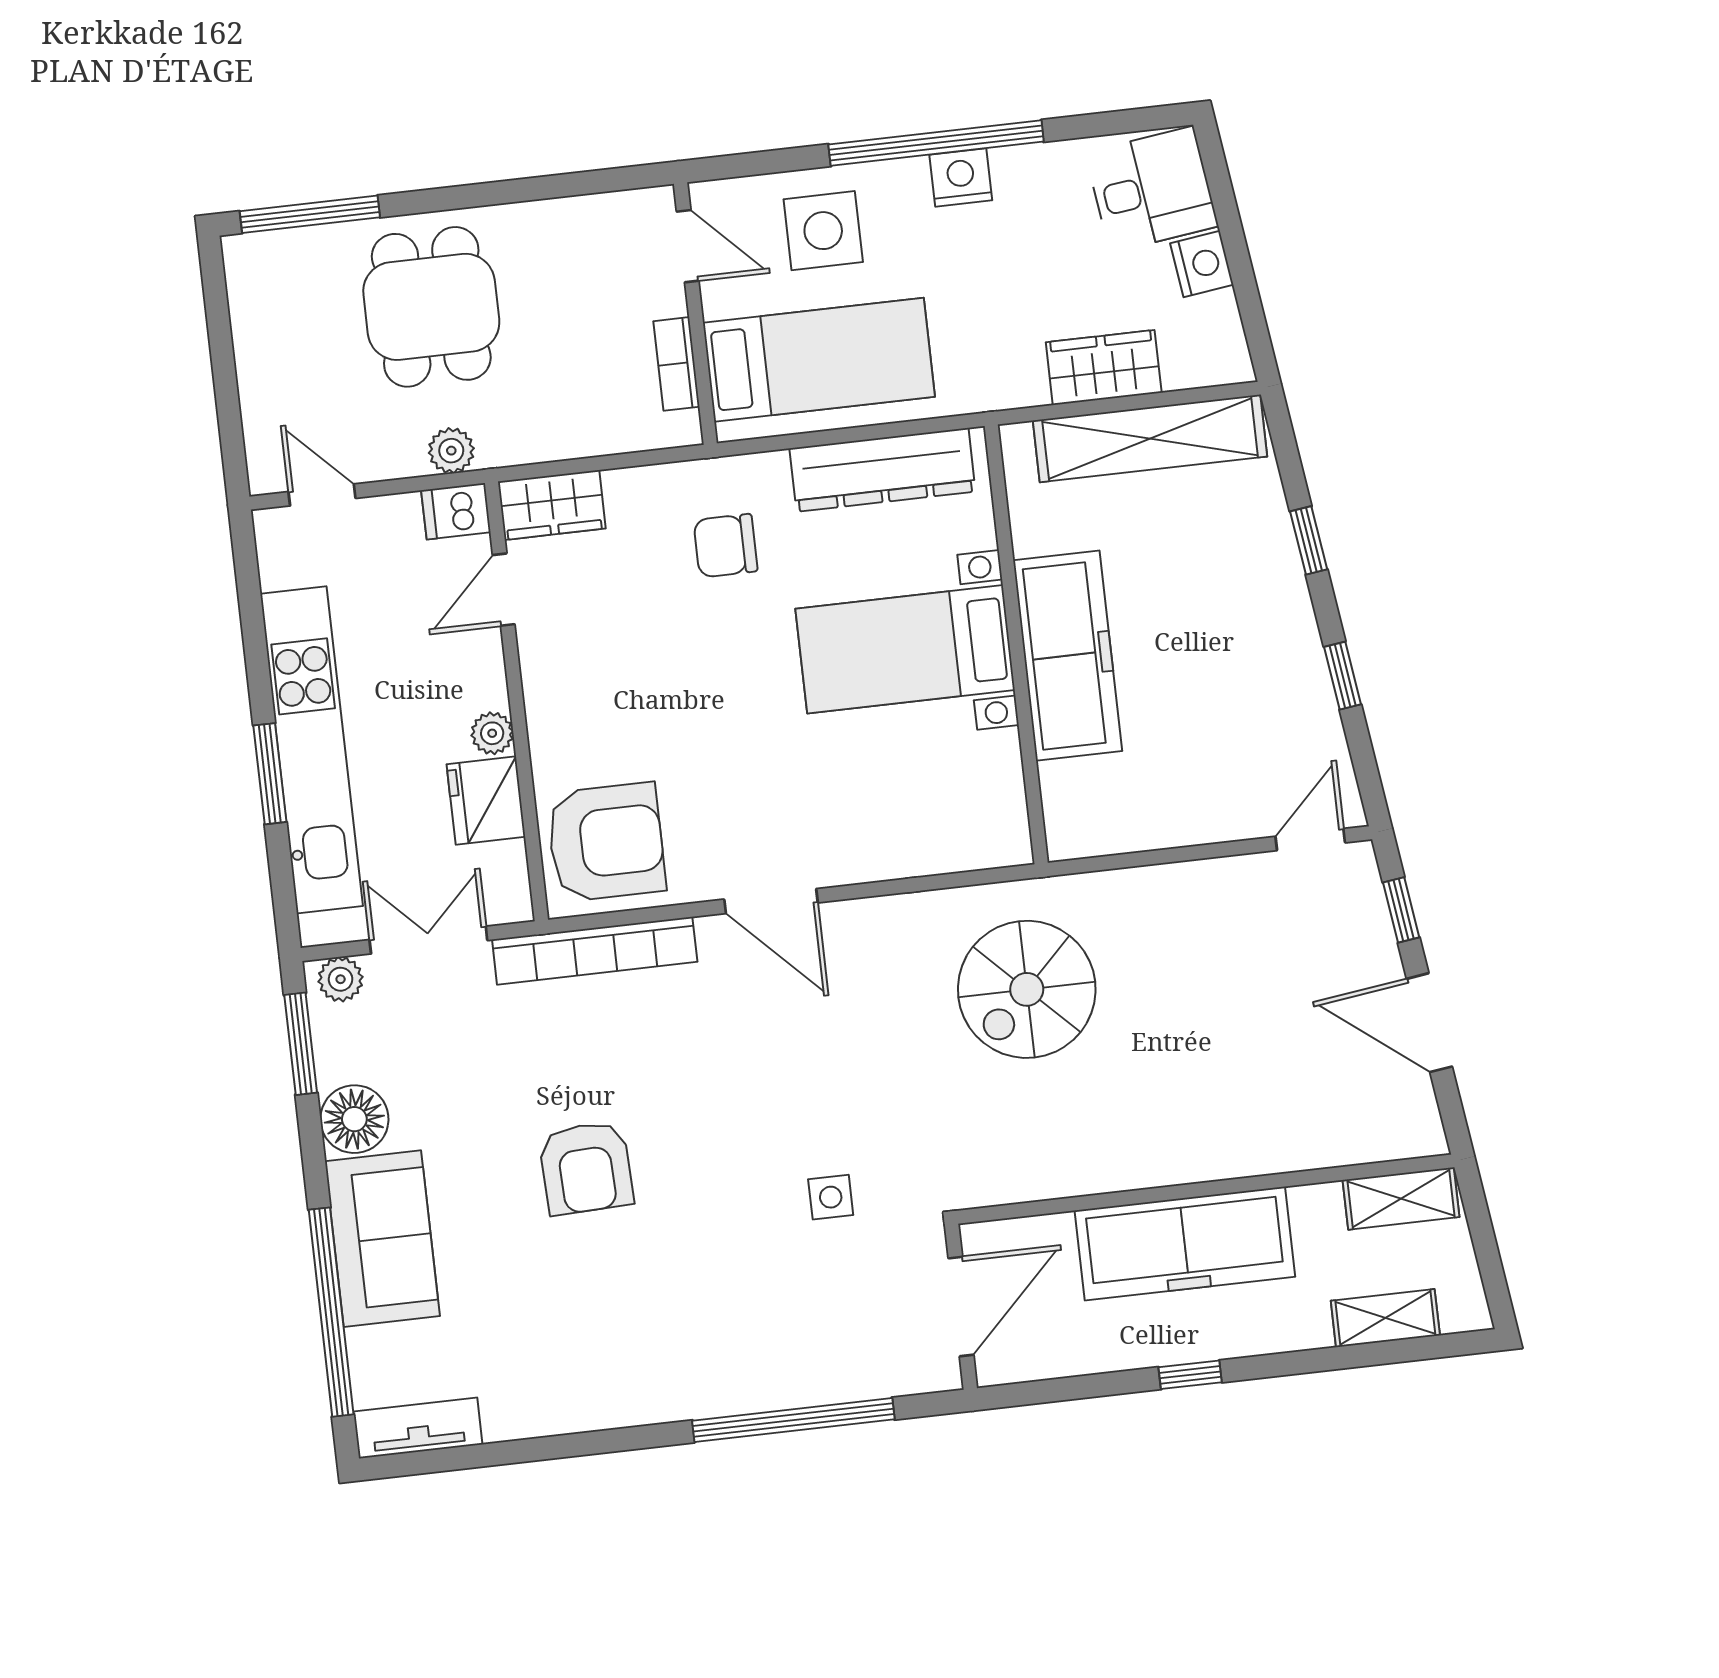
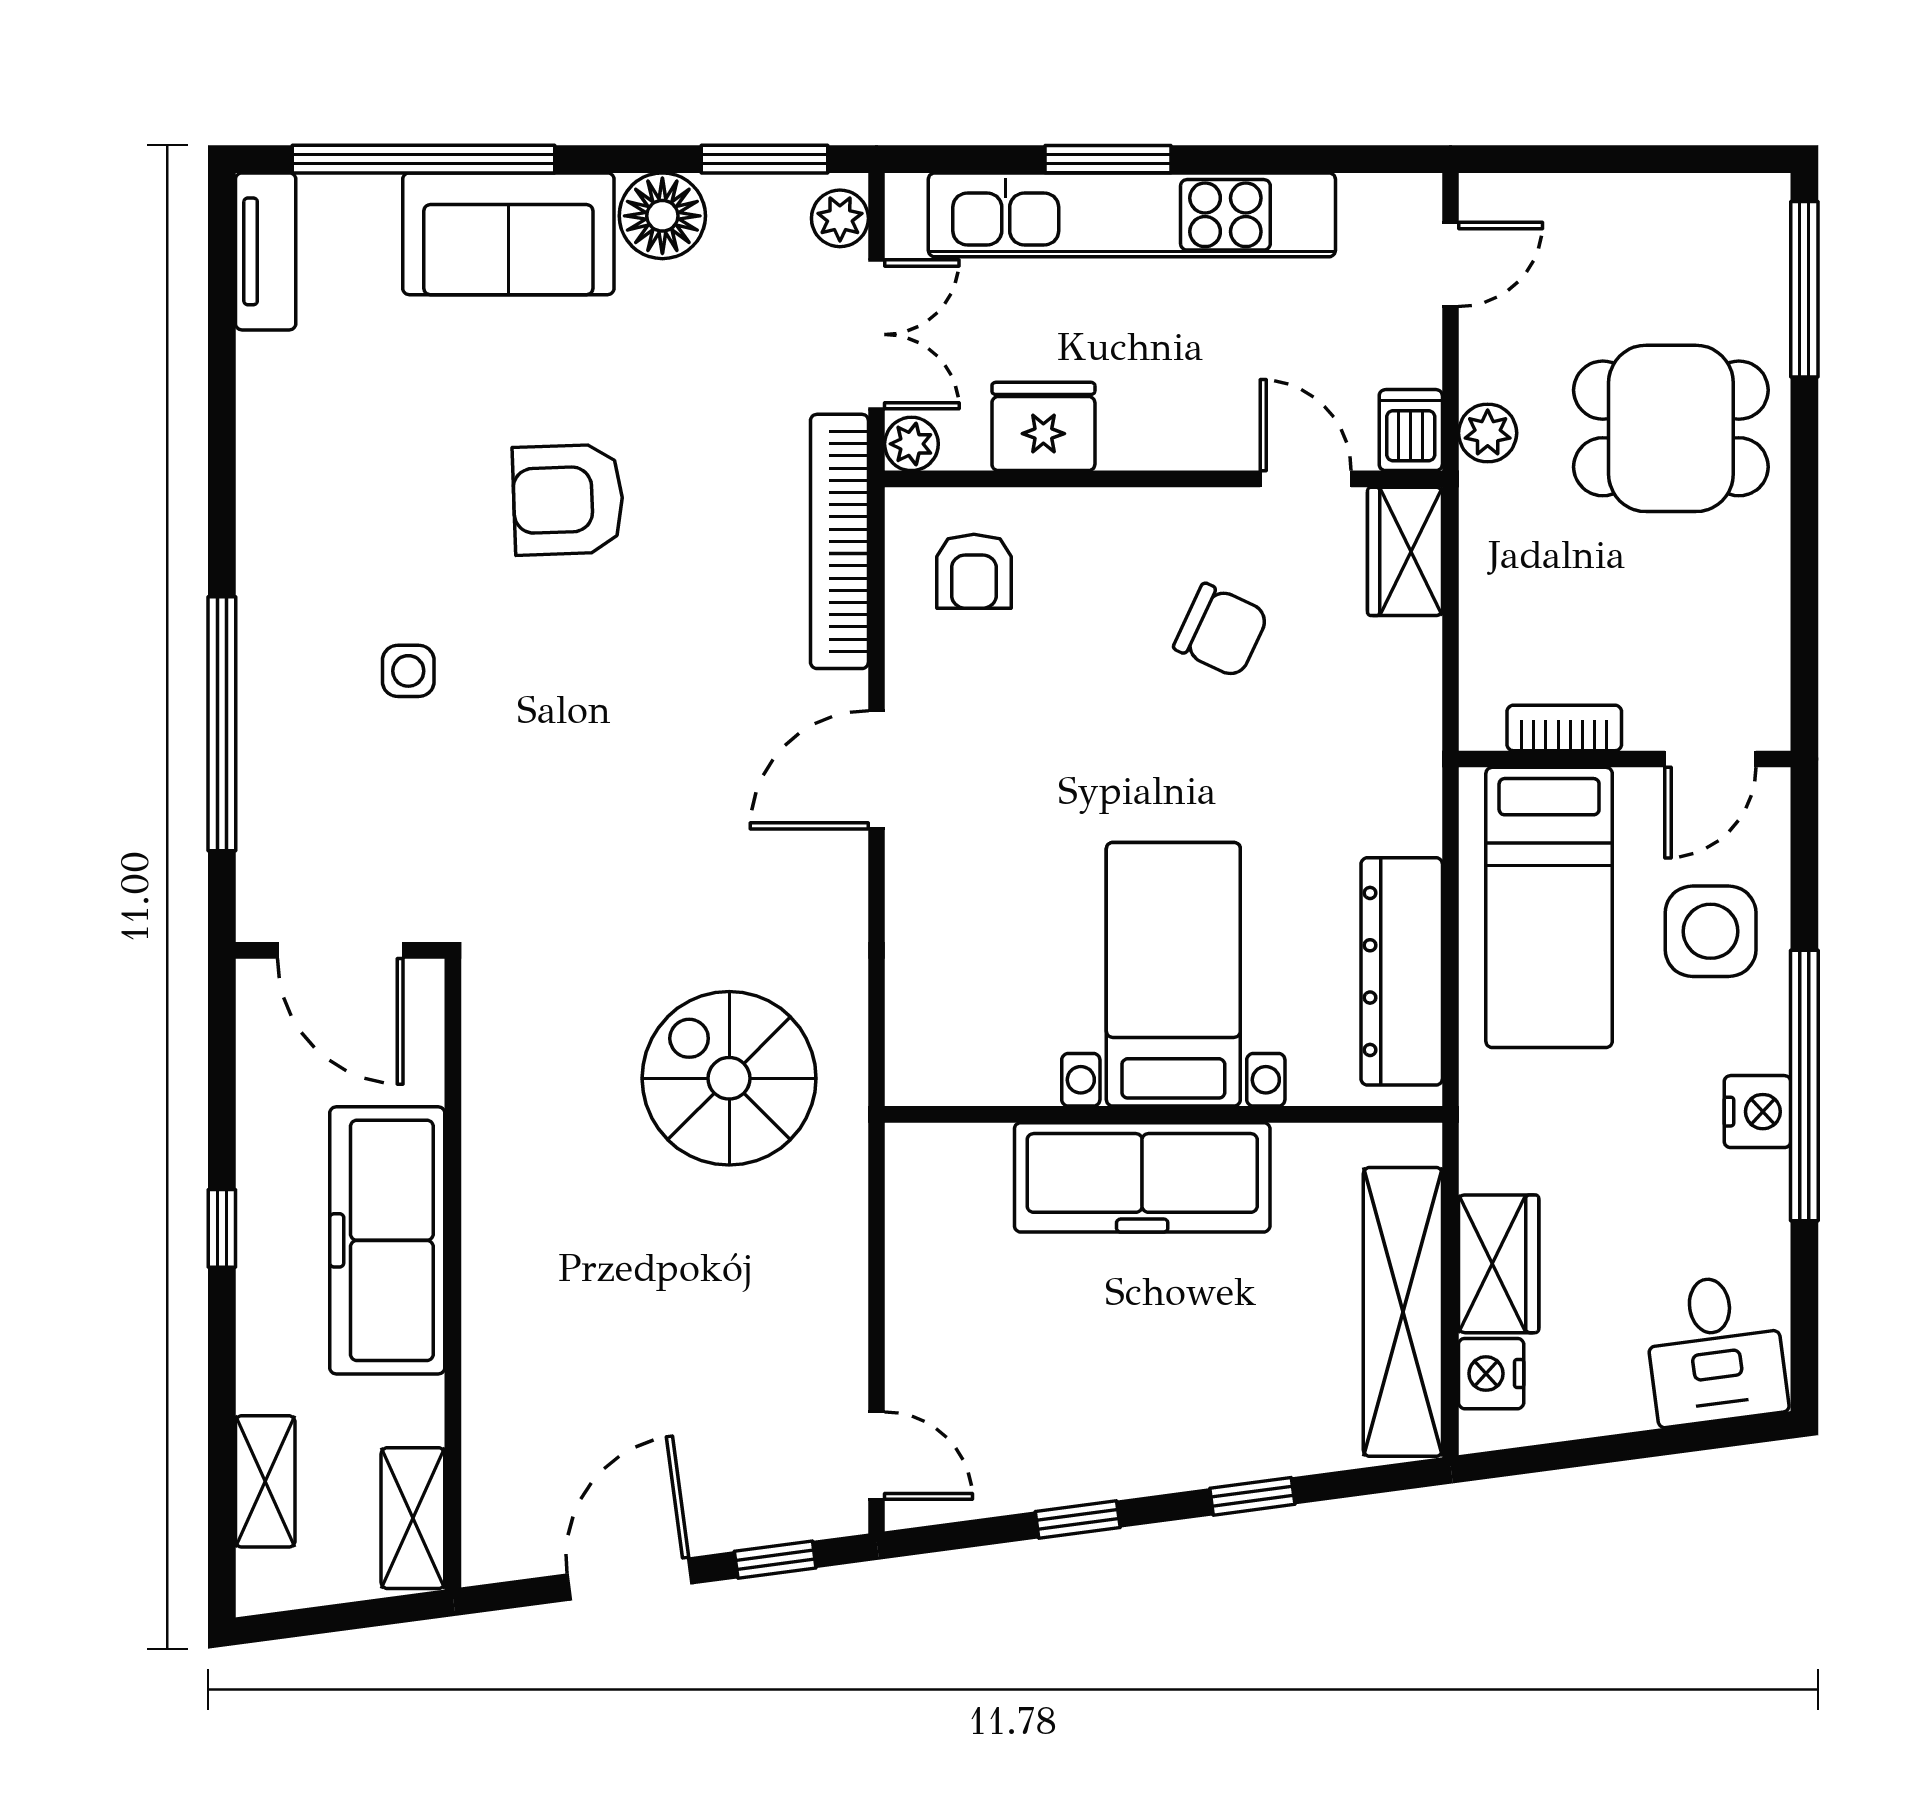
nightstand: (1202, 264) -> (1491, 1374), moved, turned 98
chair: (726, 546) -> (1221, 631), moved, turned 115
plant: (492, 733) -> (911, 444), moved
armchair: (606, 842) -> (974, 571), width x0.53, depth x0.53
side table: (831, 1197) -> (408, 671), moved

